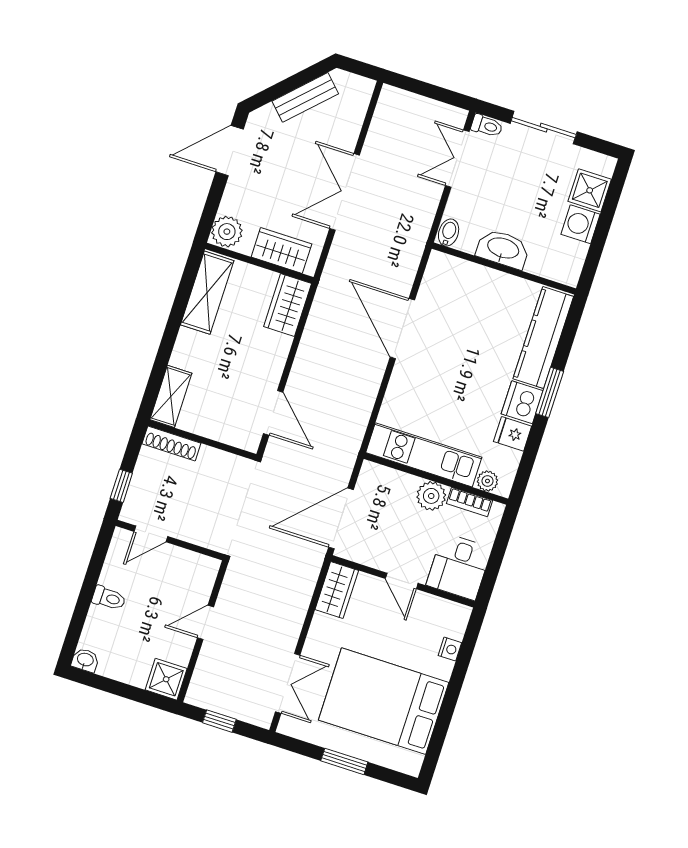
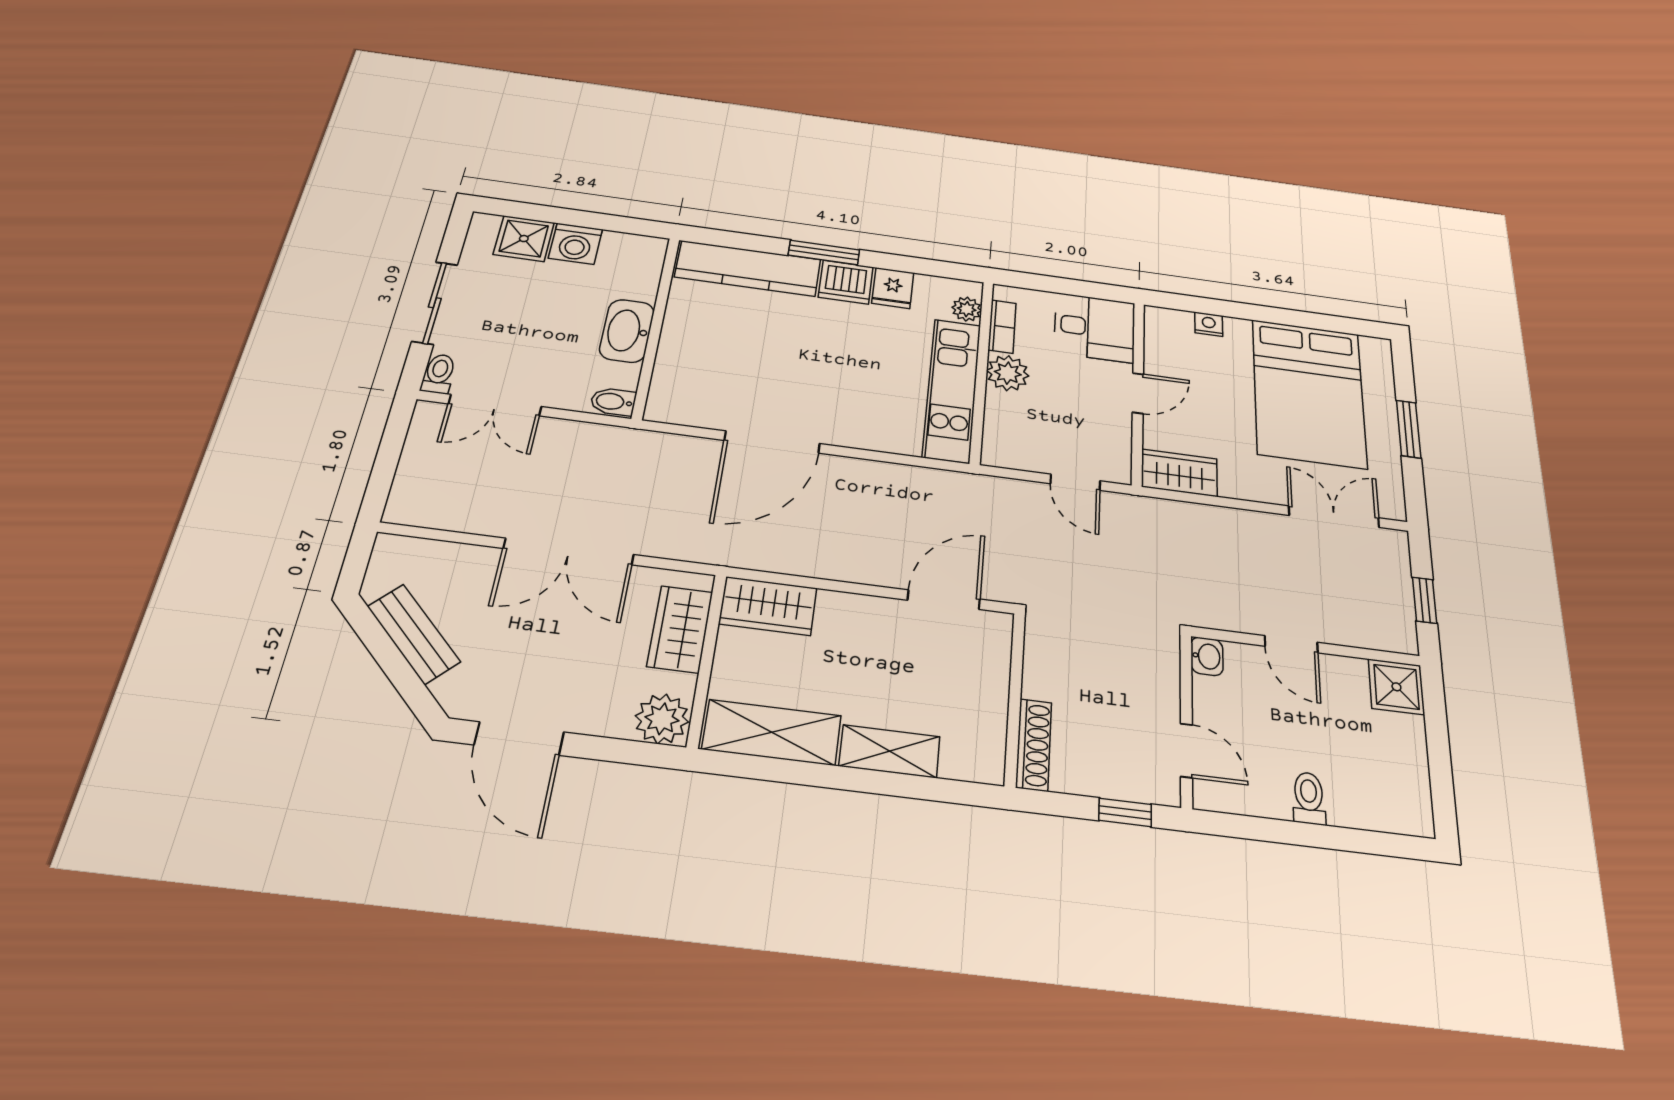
shelving: (171, 396) -> (890, 751), moved
door: (341, 518) -> (1075, 482), width x0.53
washbasin: (85, 660) -> (1207, 656), moved, turned 180

